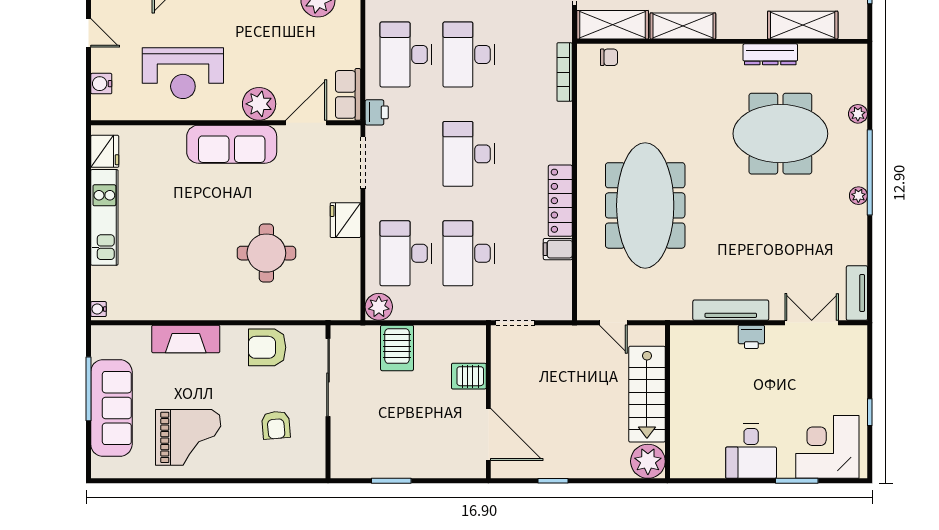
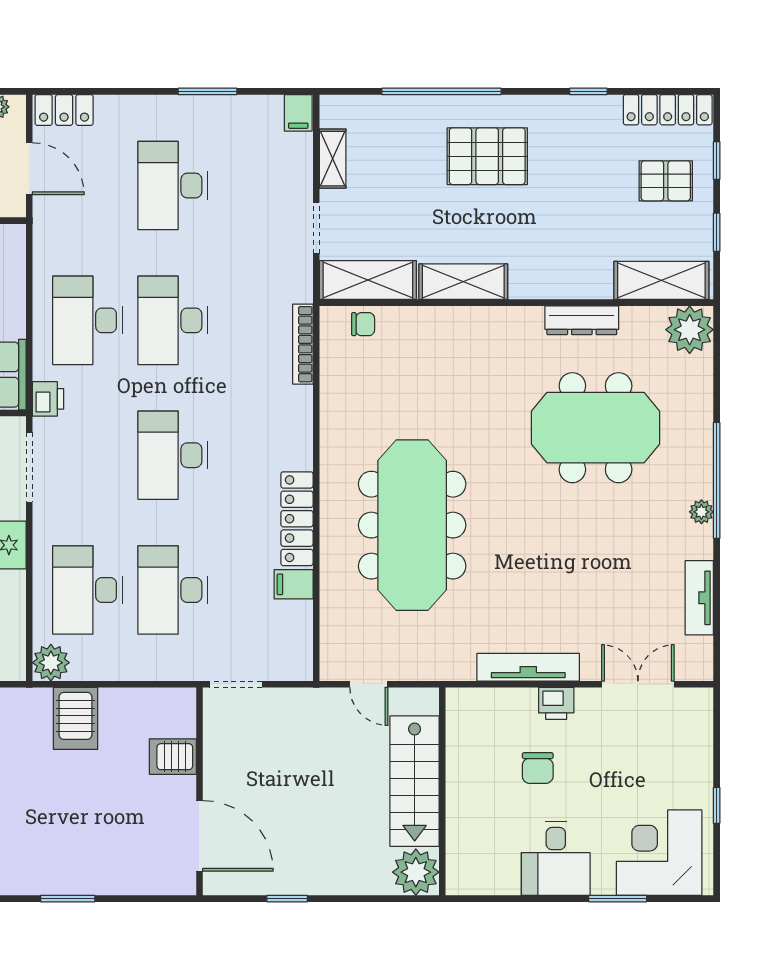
shelving: (803, 25) -> (661, 280), moved
plant: (858, 114) -> (690, 330), moved, width x1.88, depth x1.88
tv unit: (857, 293) -> (699, 598), moved
chair: (738, 384) -> (538, 768), added

